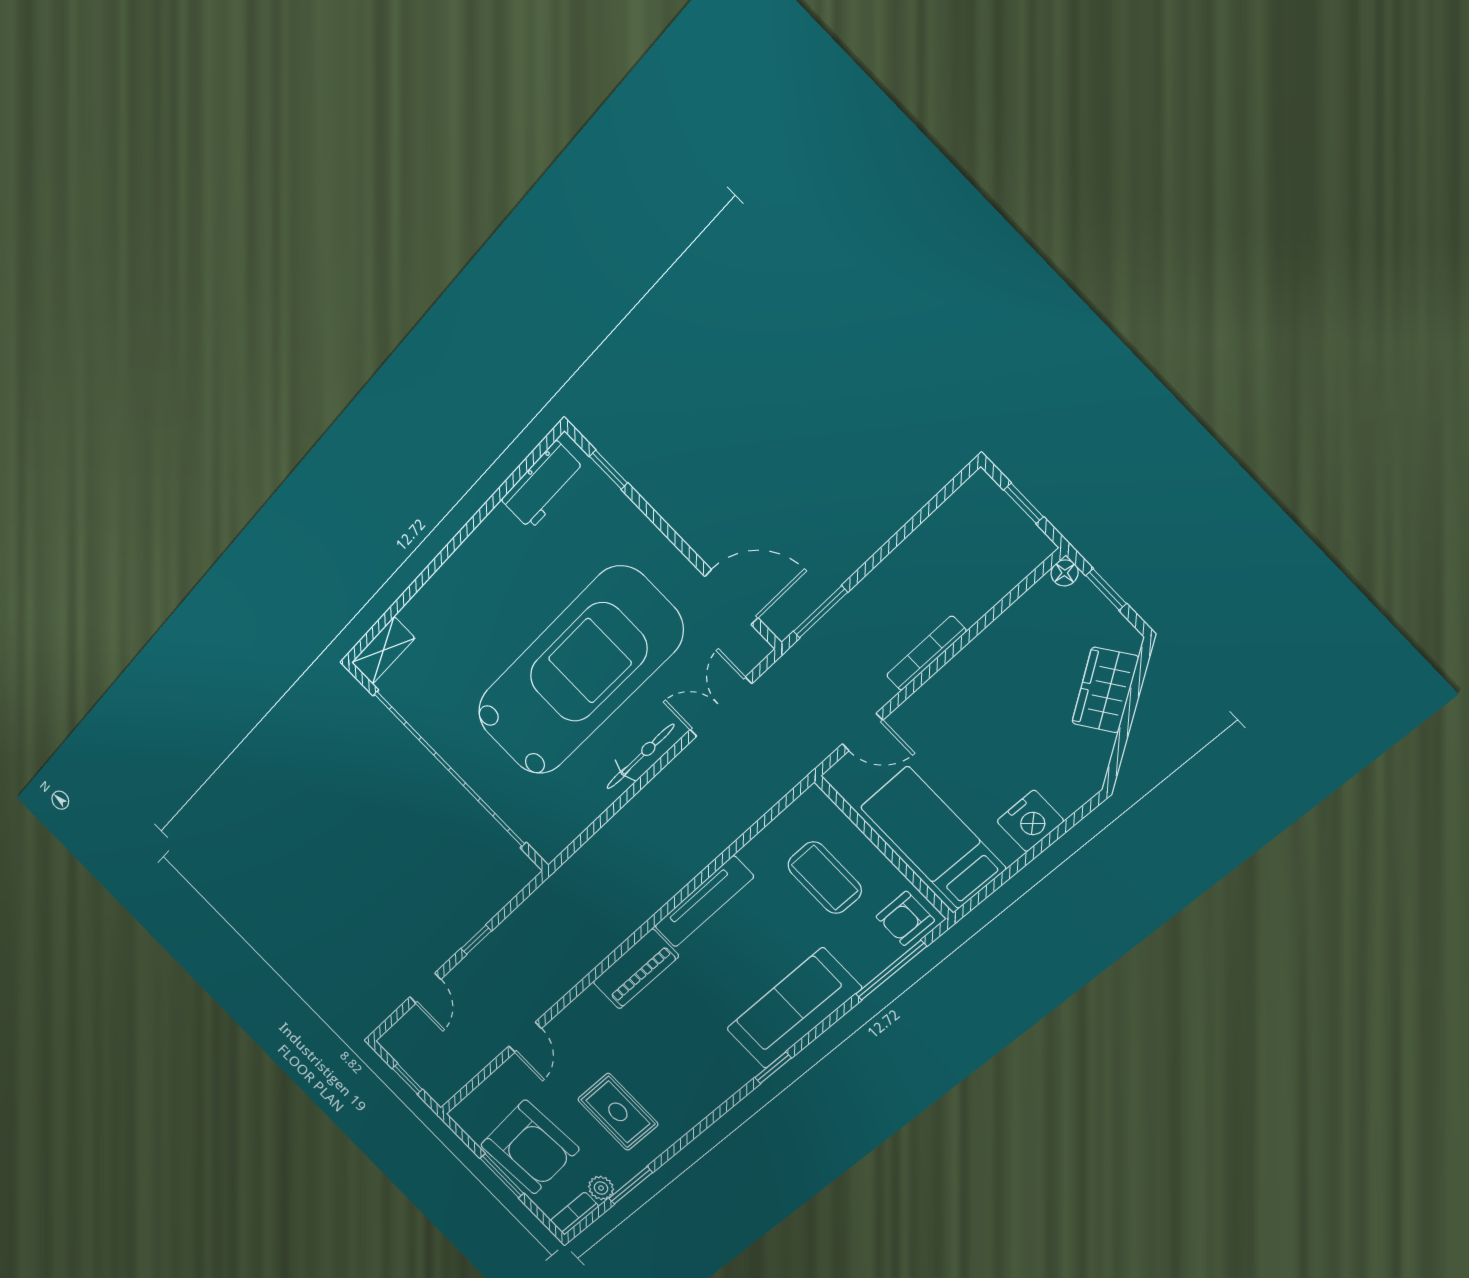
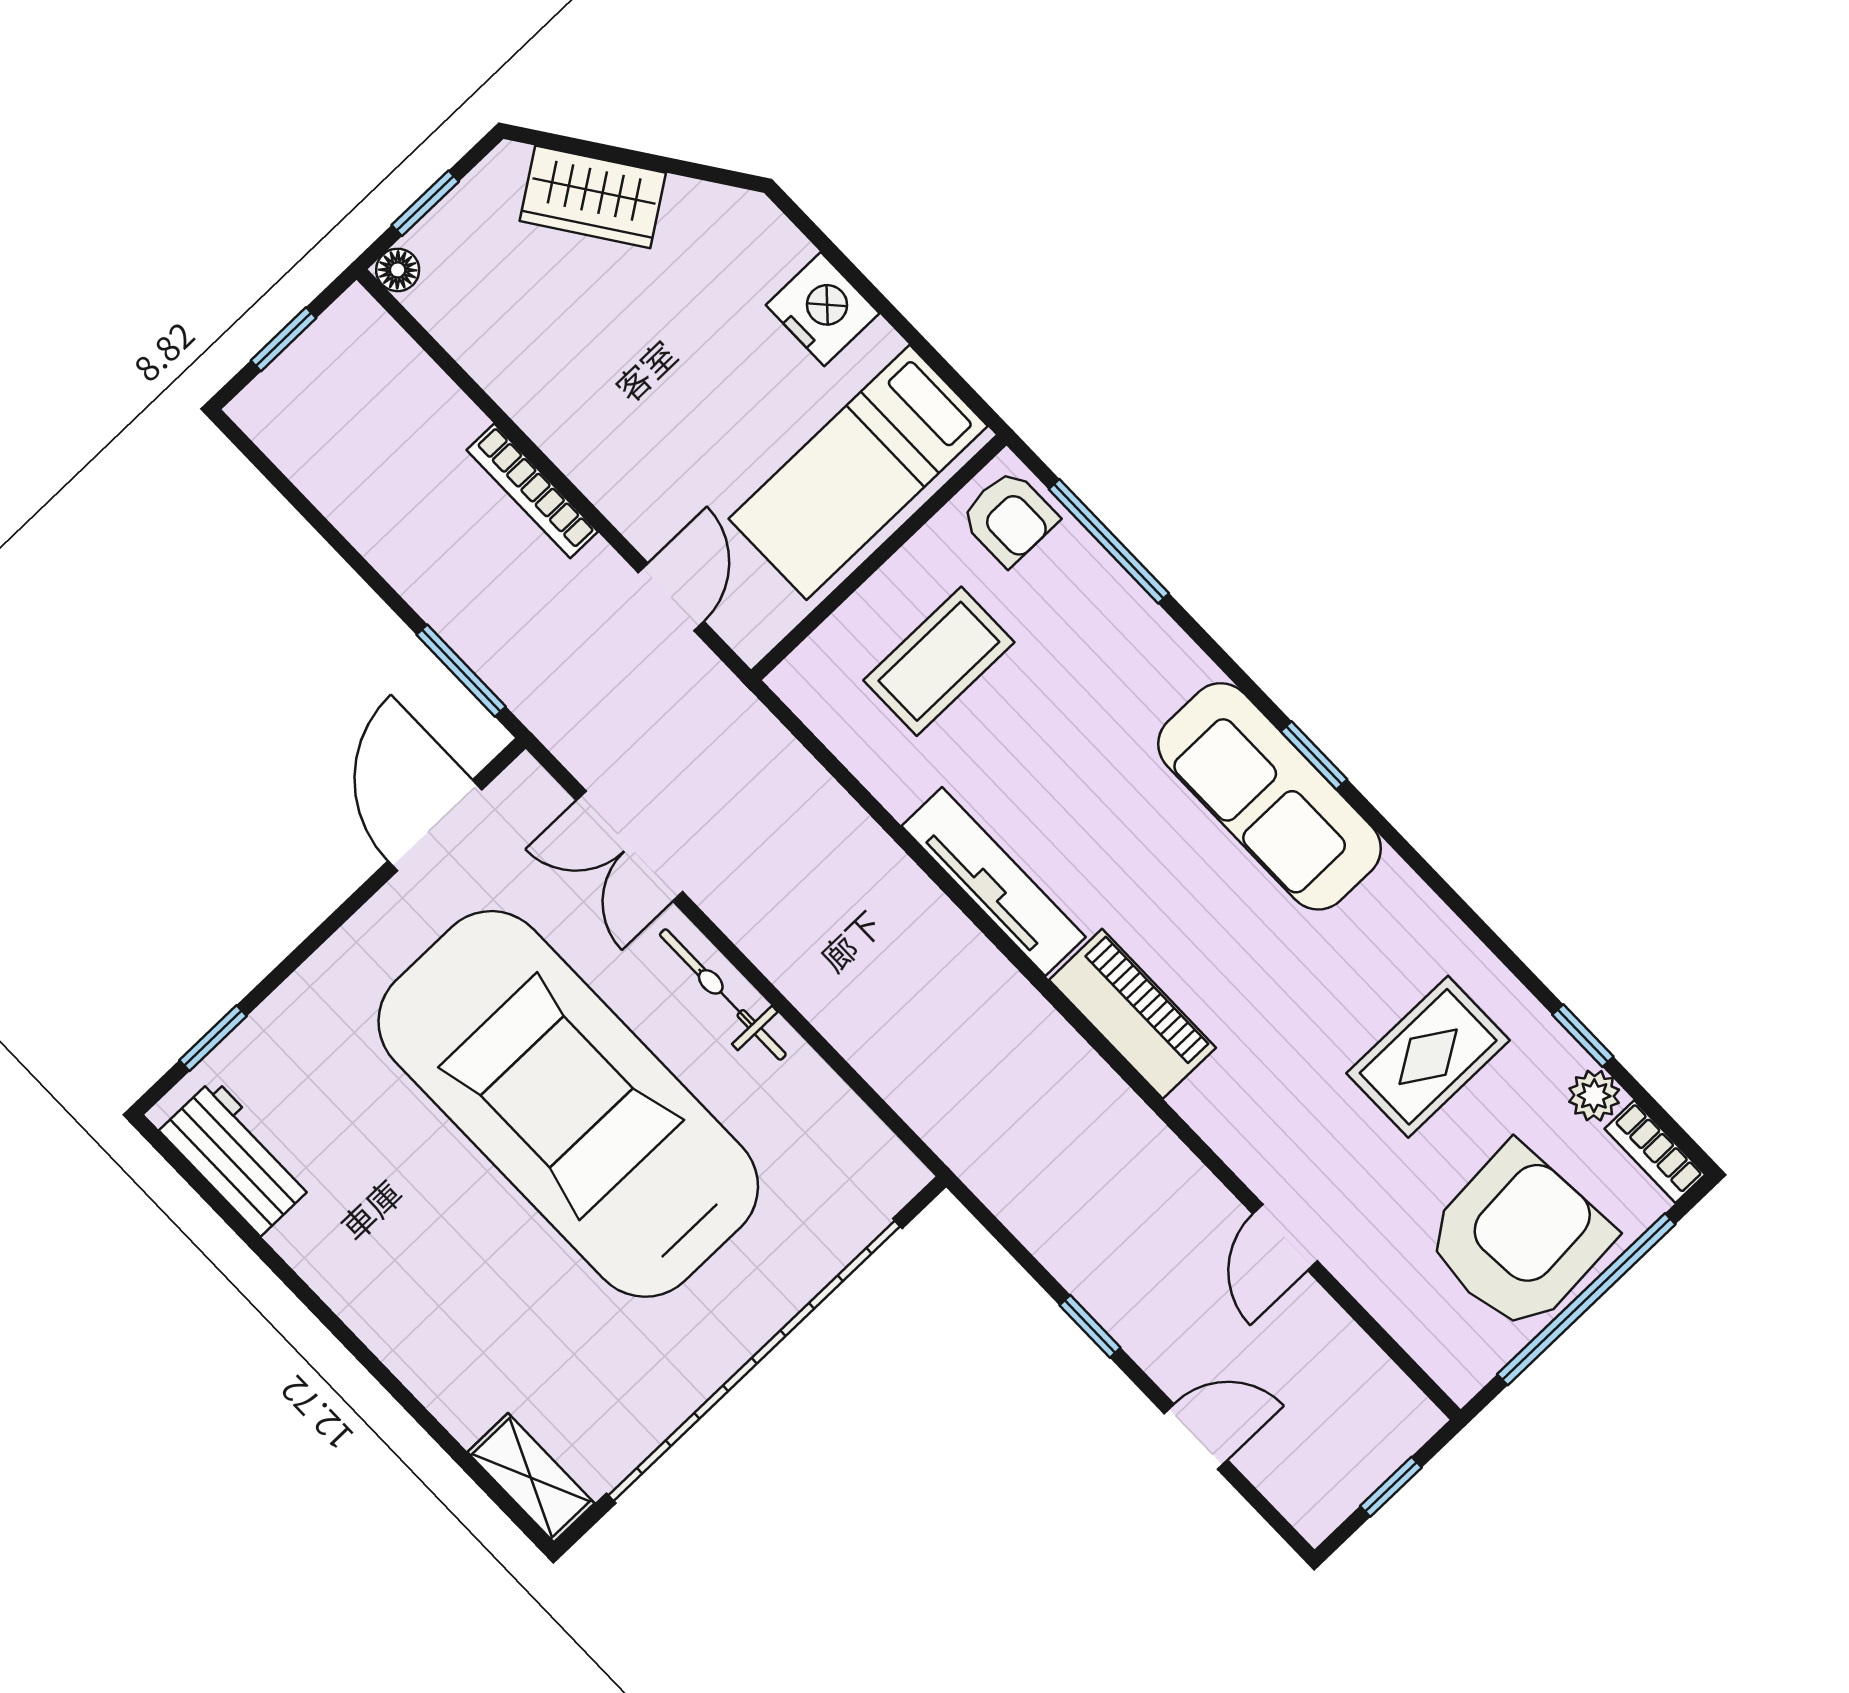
sofa: (794, 1008) -> (1270, 796), moved
door: (525, 1037) -> (1285, 1237), swing flipped
window: (502, 1176) -> (1586, 1299), width x2.11
window: (631, 1185) -> (1583, 1036), width x0.67

